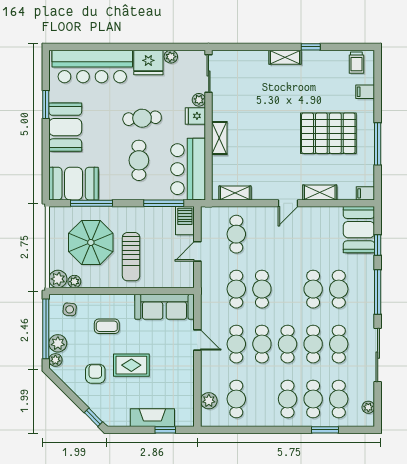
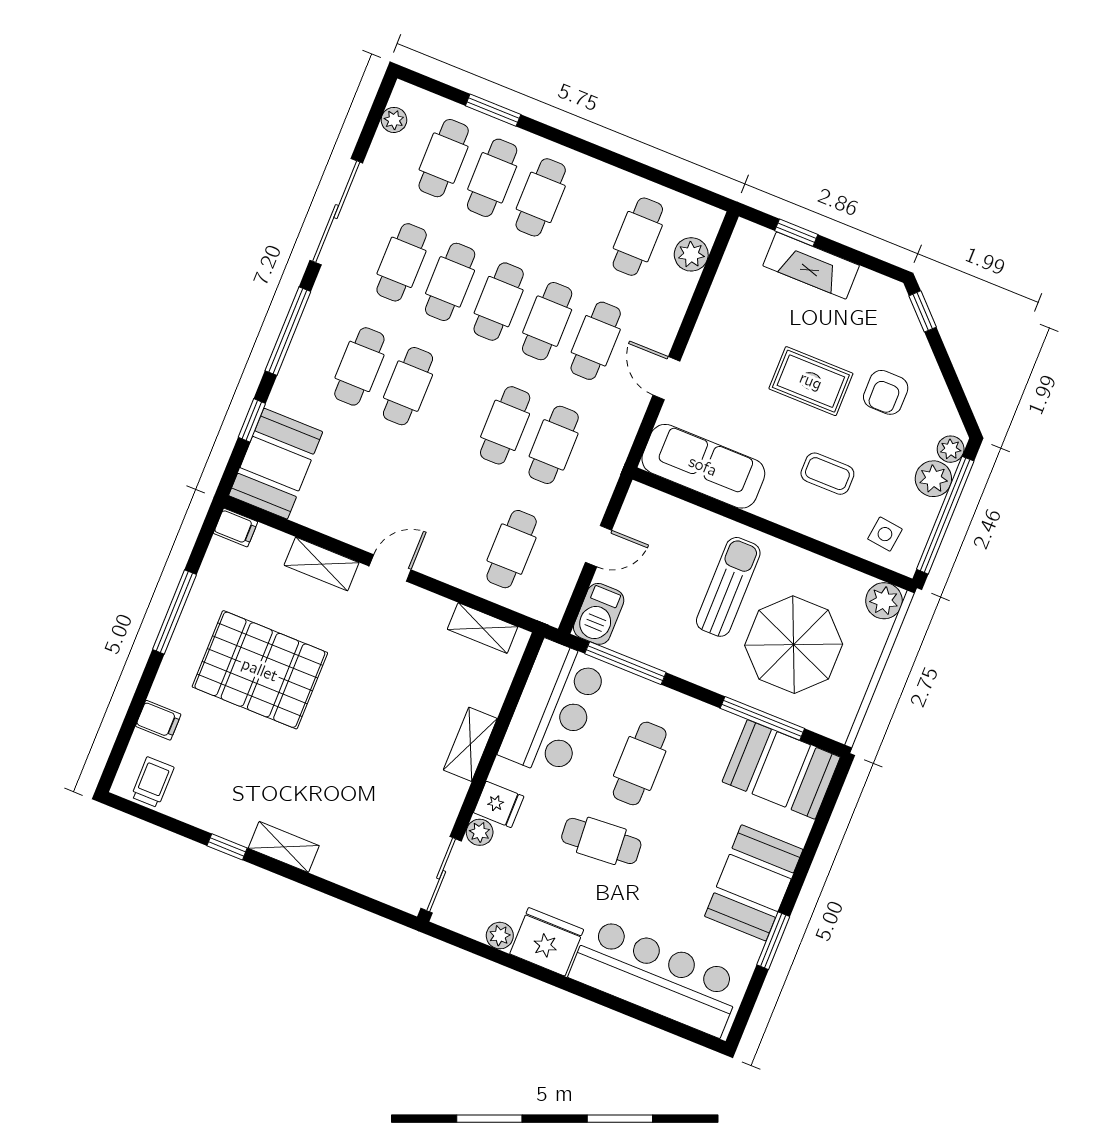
plant: (74, 282) -> (855, 583), removed

